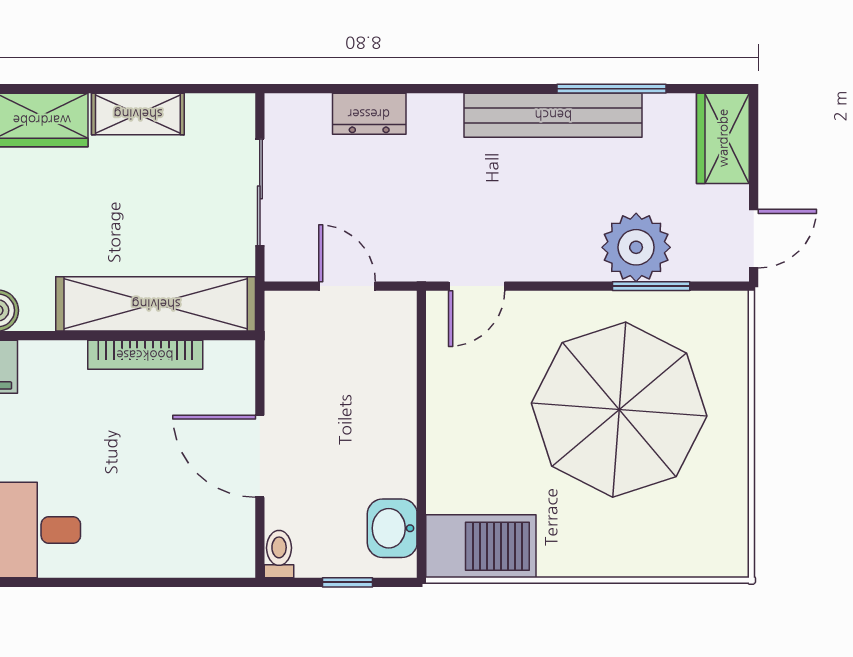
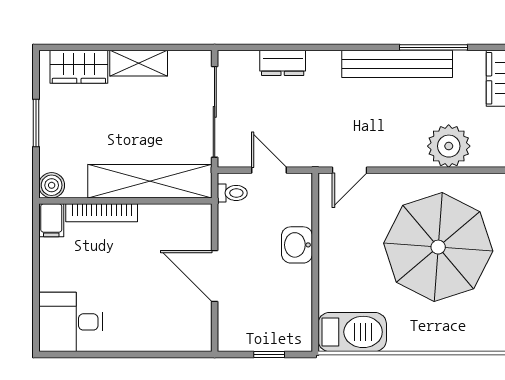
sliding door: (260, 192) -> (215, 112), width x1.37
window: (651, 286) -> (458, 170), removed
bookcase: (145, 355) -> (102, 213), moved
washbasin: (392, 528) -> (297, 245), moved
toilet: (279, 554) -> (232, 193), moved, turned 90

